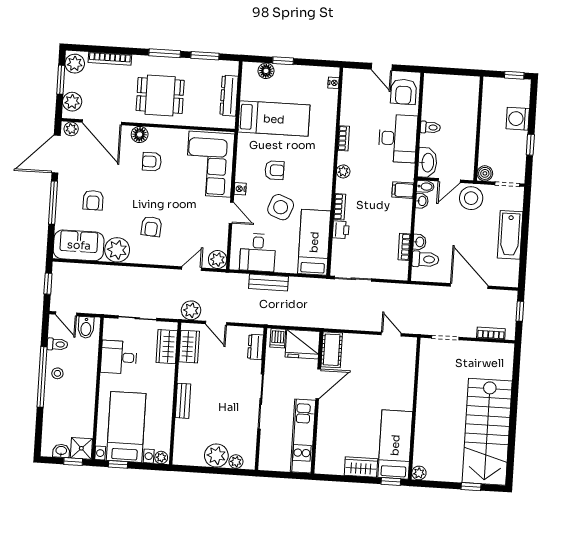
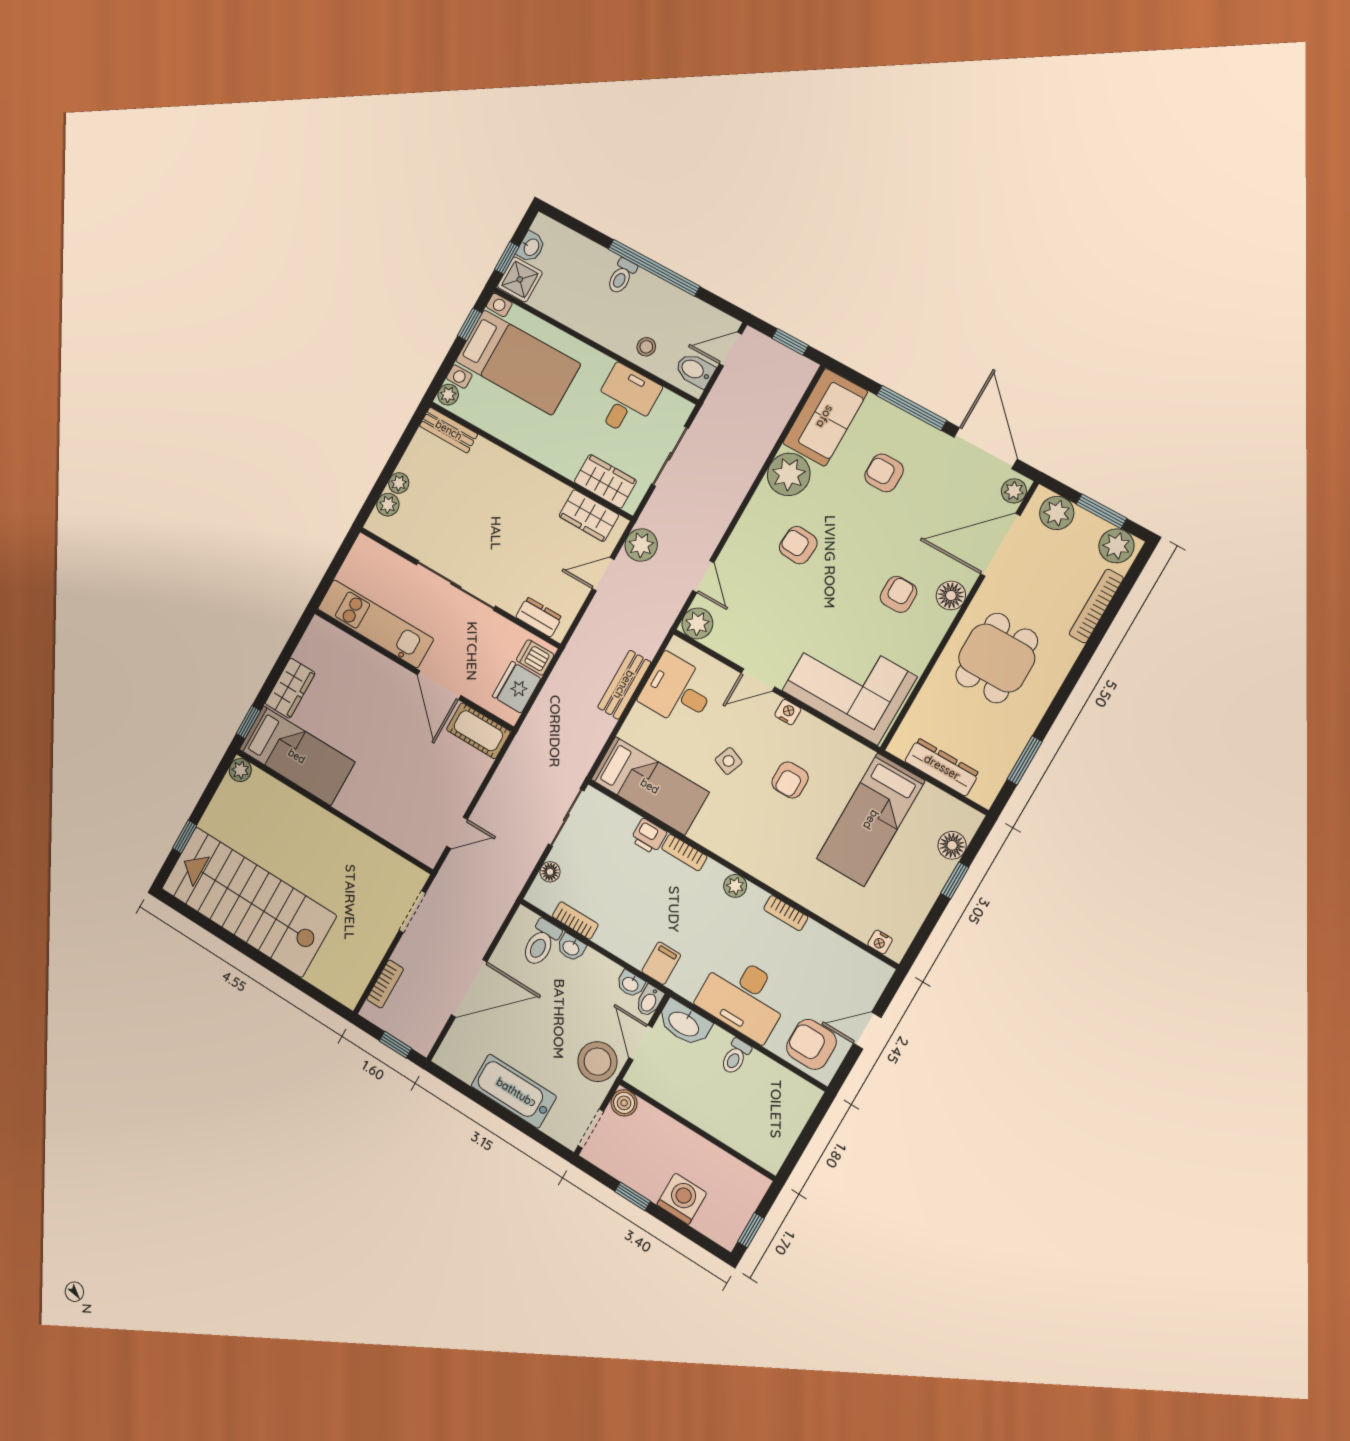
window: (165, 53) -> (1061, 698), removed
side table: (281, 207) -> (729, 761), width x0.54, depth x0.54
floor lamp: (386, 273) -> (550, 872), added
toilet: (57, 344) -> (622, 276), moved
fridge: (303, 344) -> (516, 687), width x0.73, depth x0.75
stool: (57, 373) -> (646, 347), moved
bench: (183, 401) -> (449, 430), moved
plant: (216, 456) -> (399, 483), width x0.53, depth x0.53

